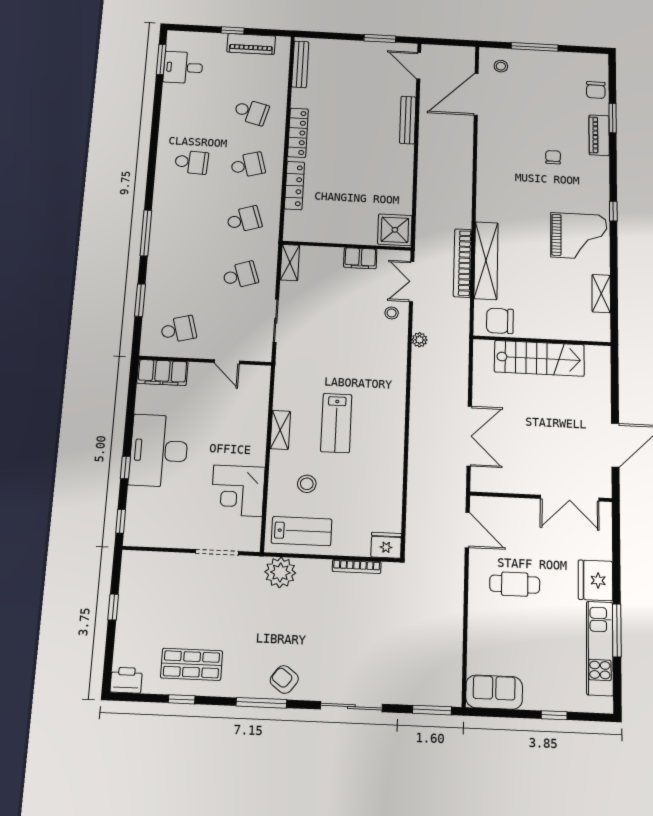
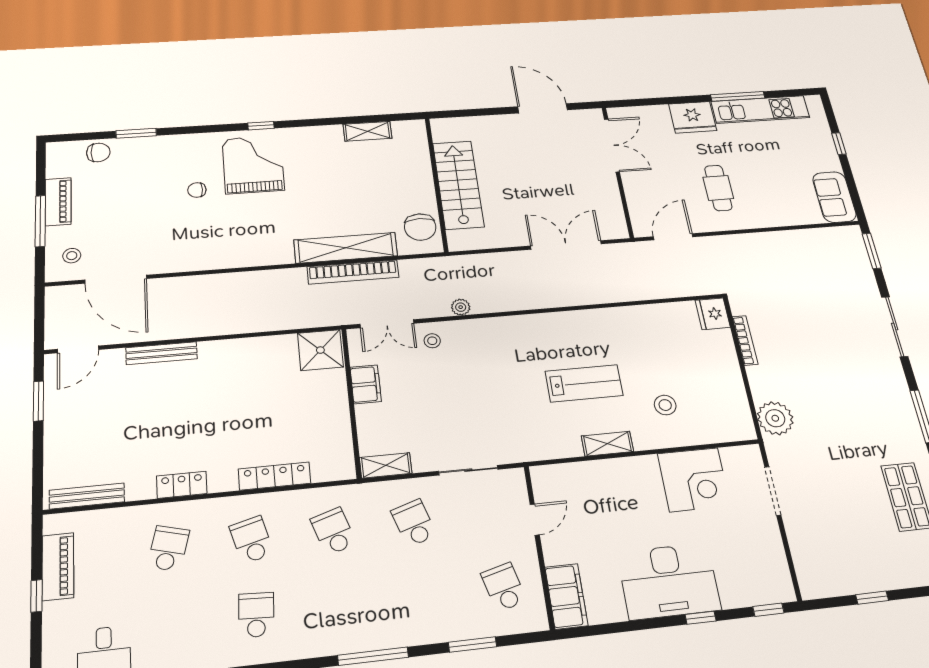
locker: (298, 133) -> (182, 485), width x0.66
piano: (599, 135) -> (58, 202), moved, turned -90
grand piano: (579, 236) -> (253, 164), moved
lab bench: (302, 531) -> (722, 403), removed
armchair: (284, 679) -> (890, 397), removed

